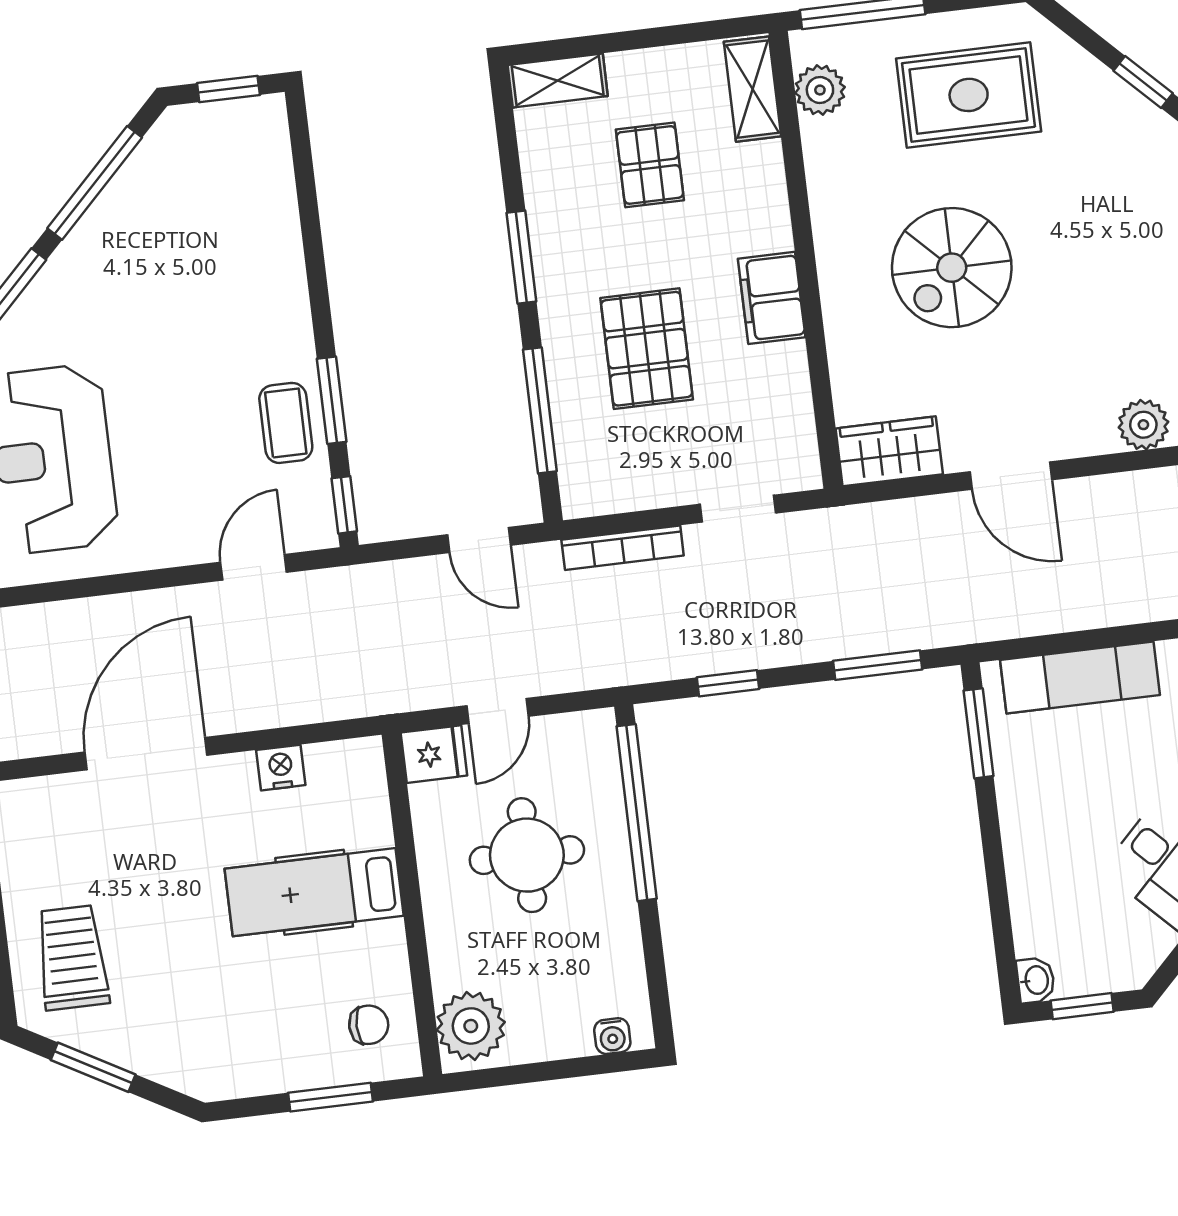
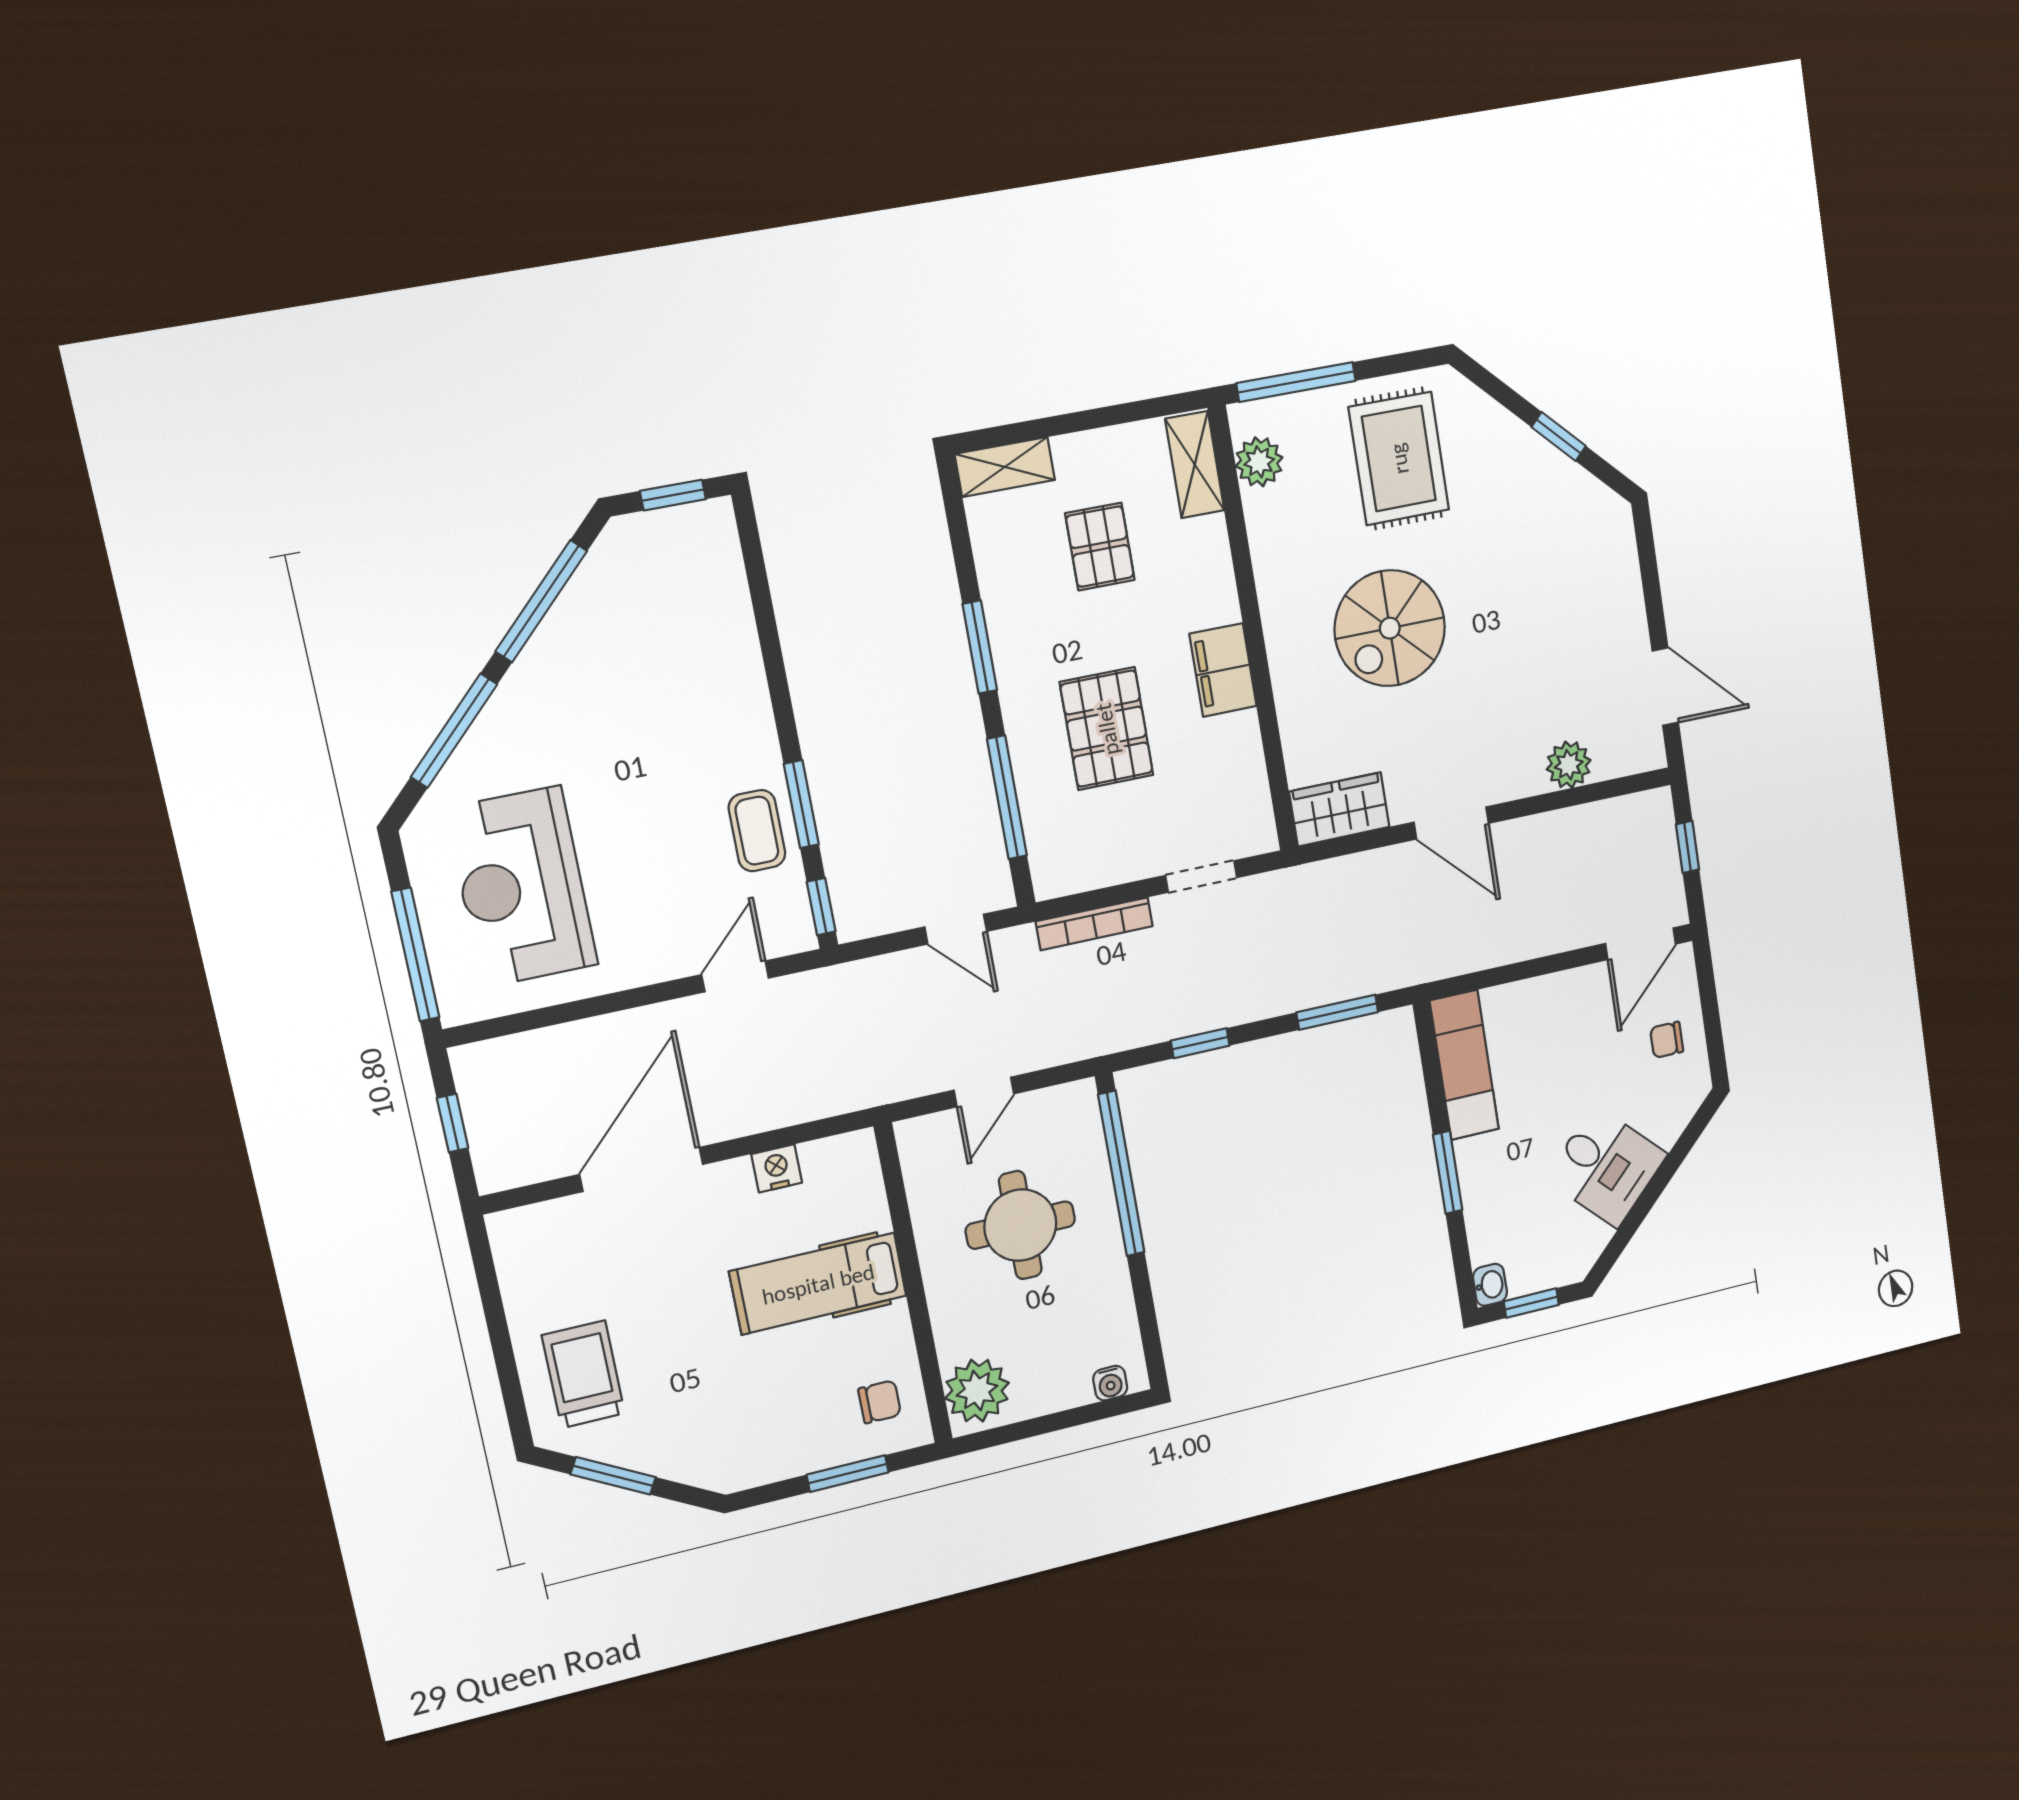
rug: (969, 95) -> (1399, 459), turned 90
exam couch: (1080, 677) -> (1464, 1065), moved, turned -90
window: (978, 733) -> (1448, 1172), moved
fridge: (434, 754) -> (925, 1139), removed

